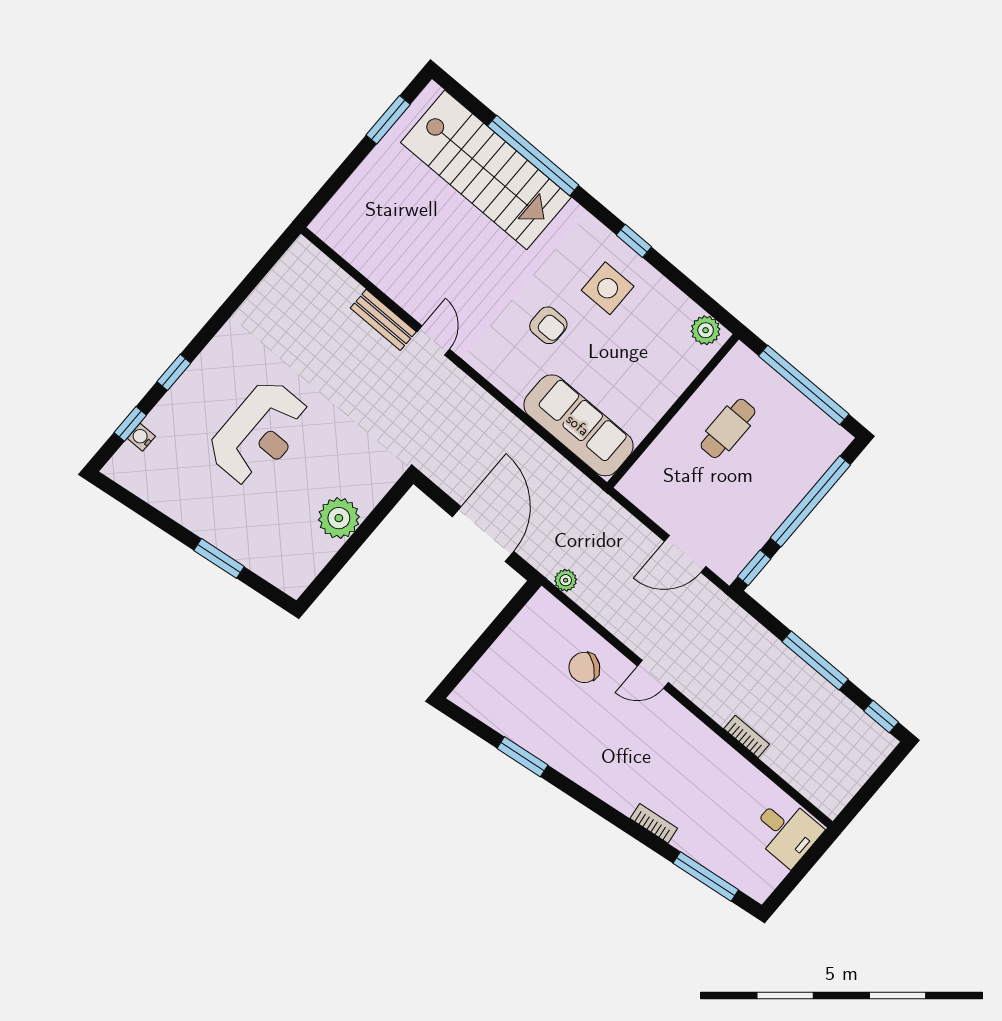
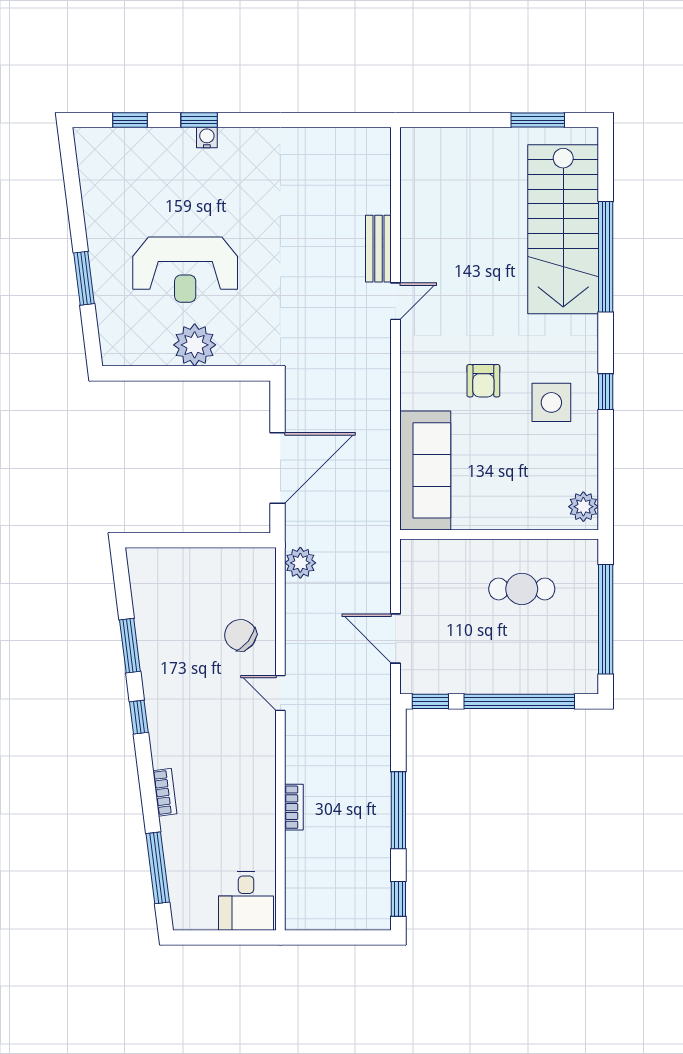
reception desk: (259, 433) -> (185, 270), moved
water cooler: (141, 437) -> (207, 138), moved
plant: (566, 580) -> (300, 563), width x1.38, depth x1.38
window: (581, 795) -> (139, 717), added

